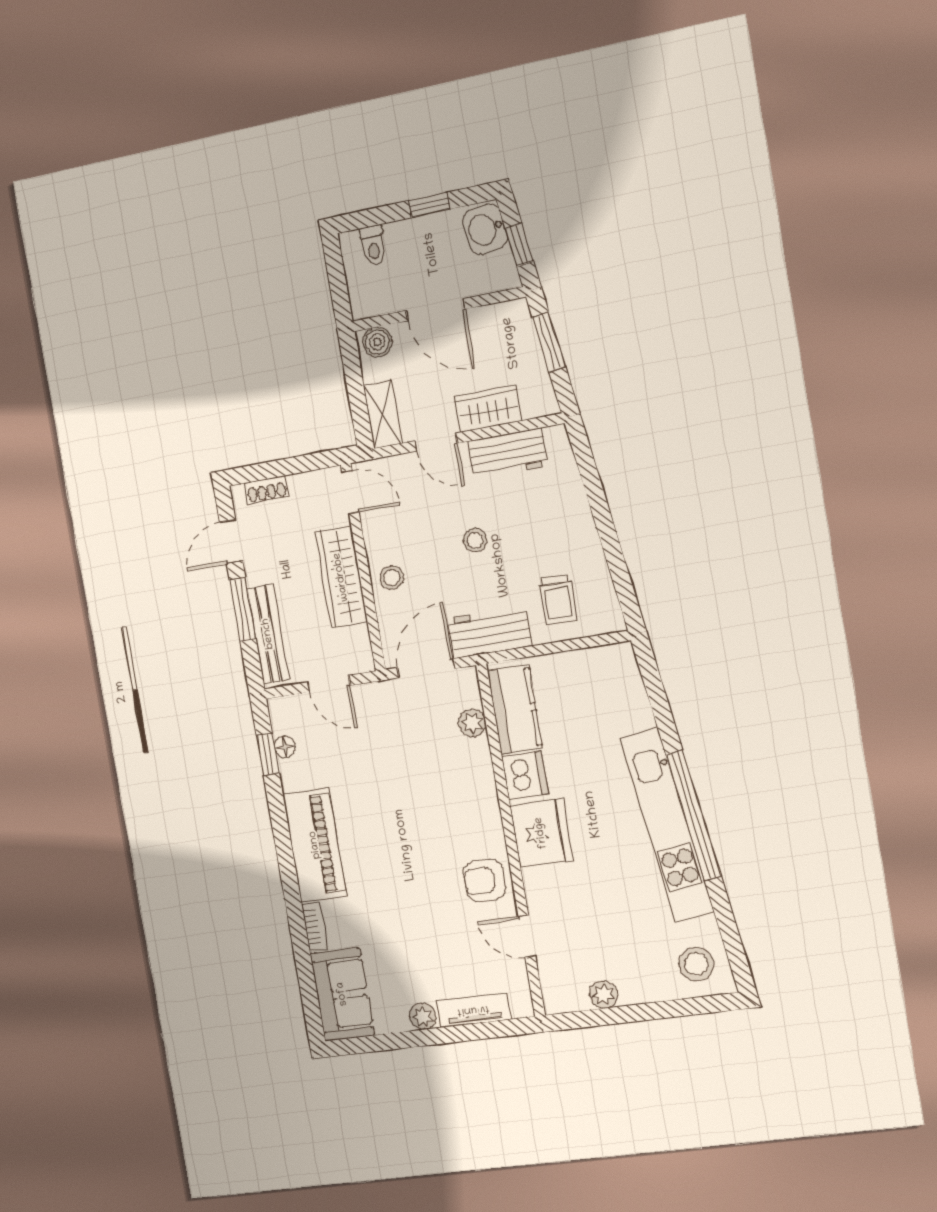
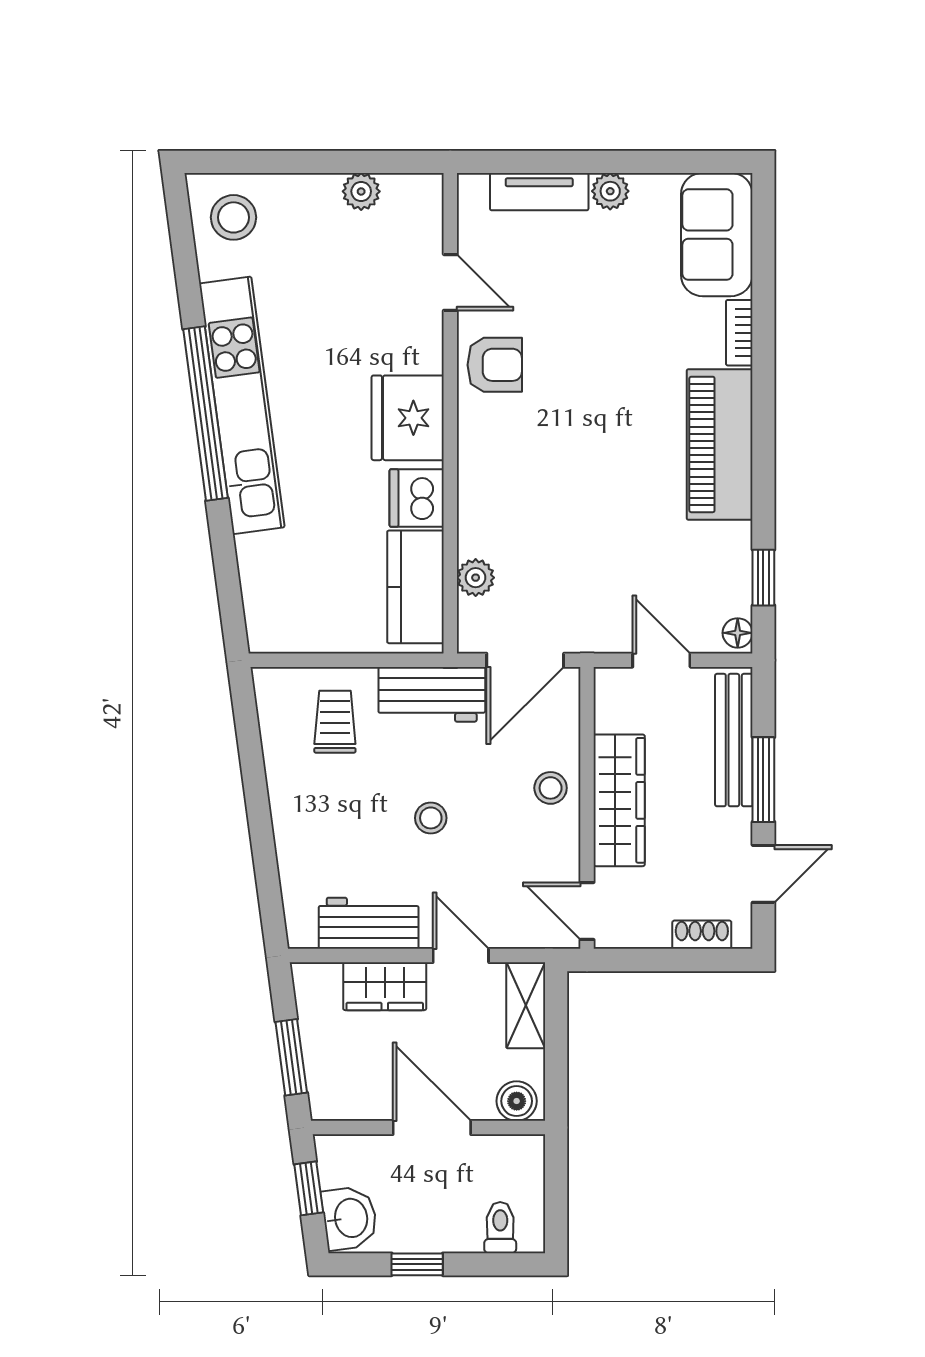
floor lamp: (285, 747) -> (738, 633), moved

